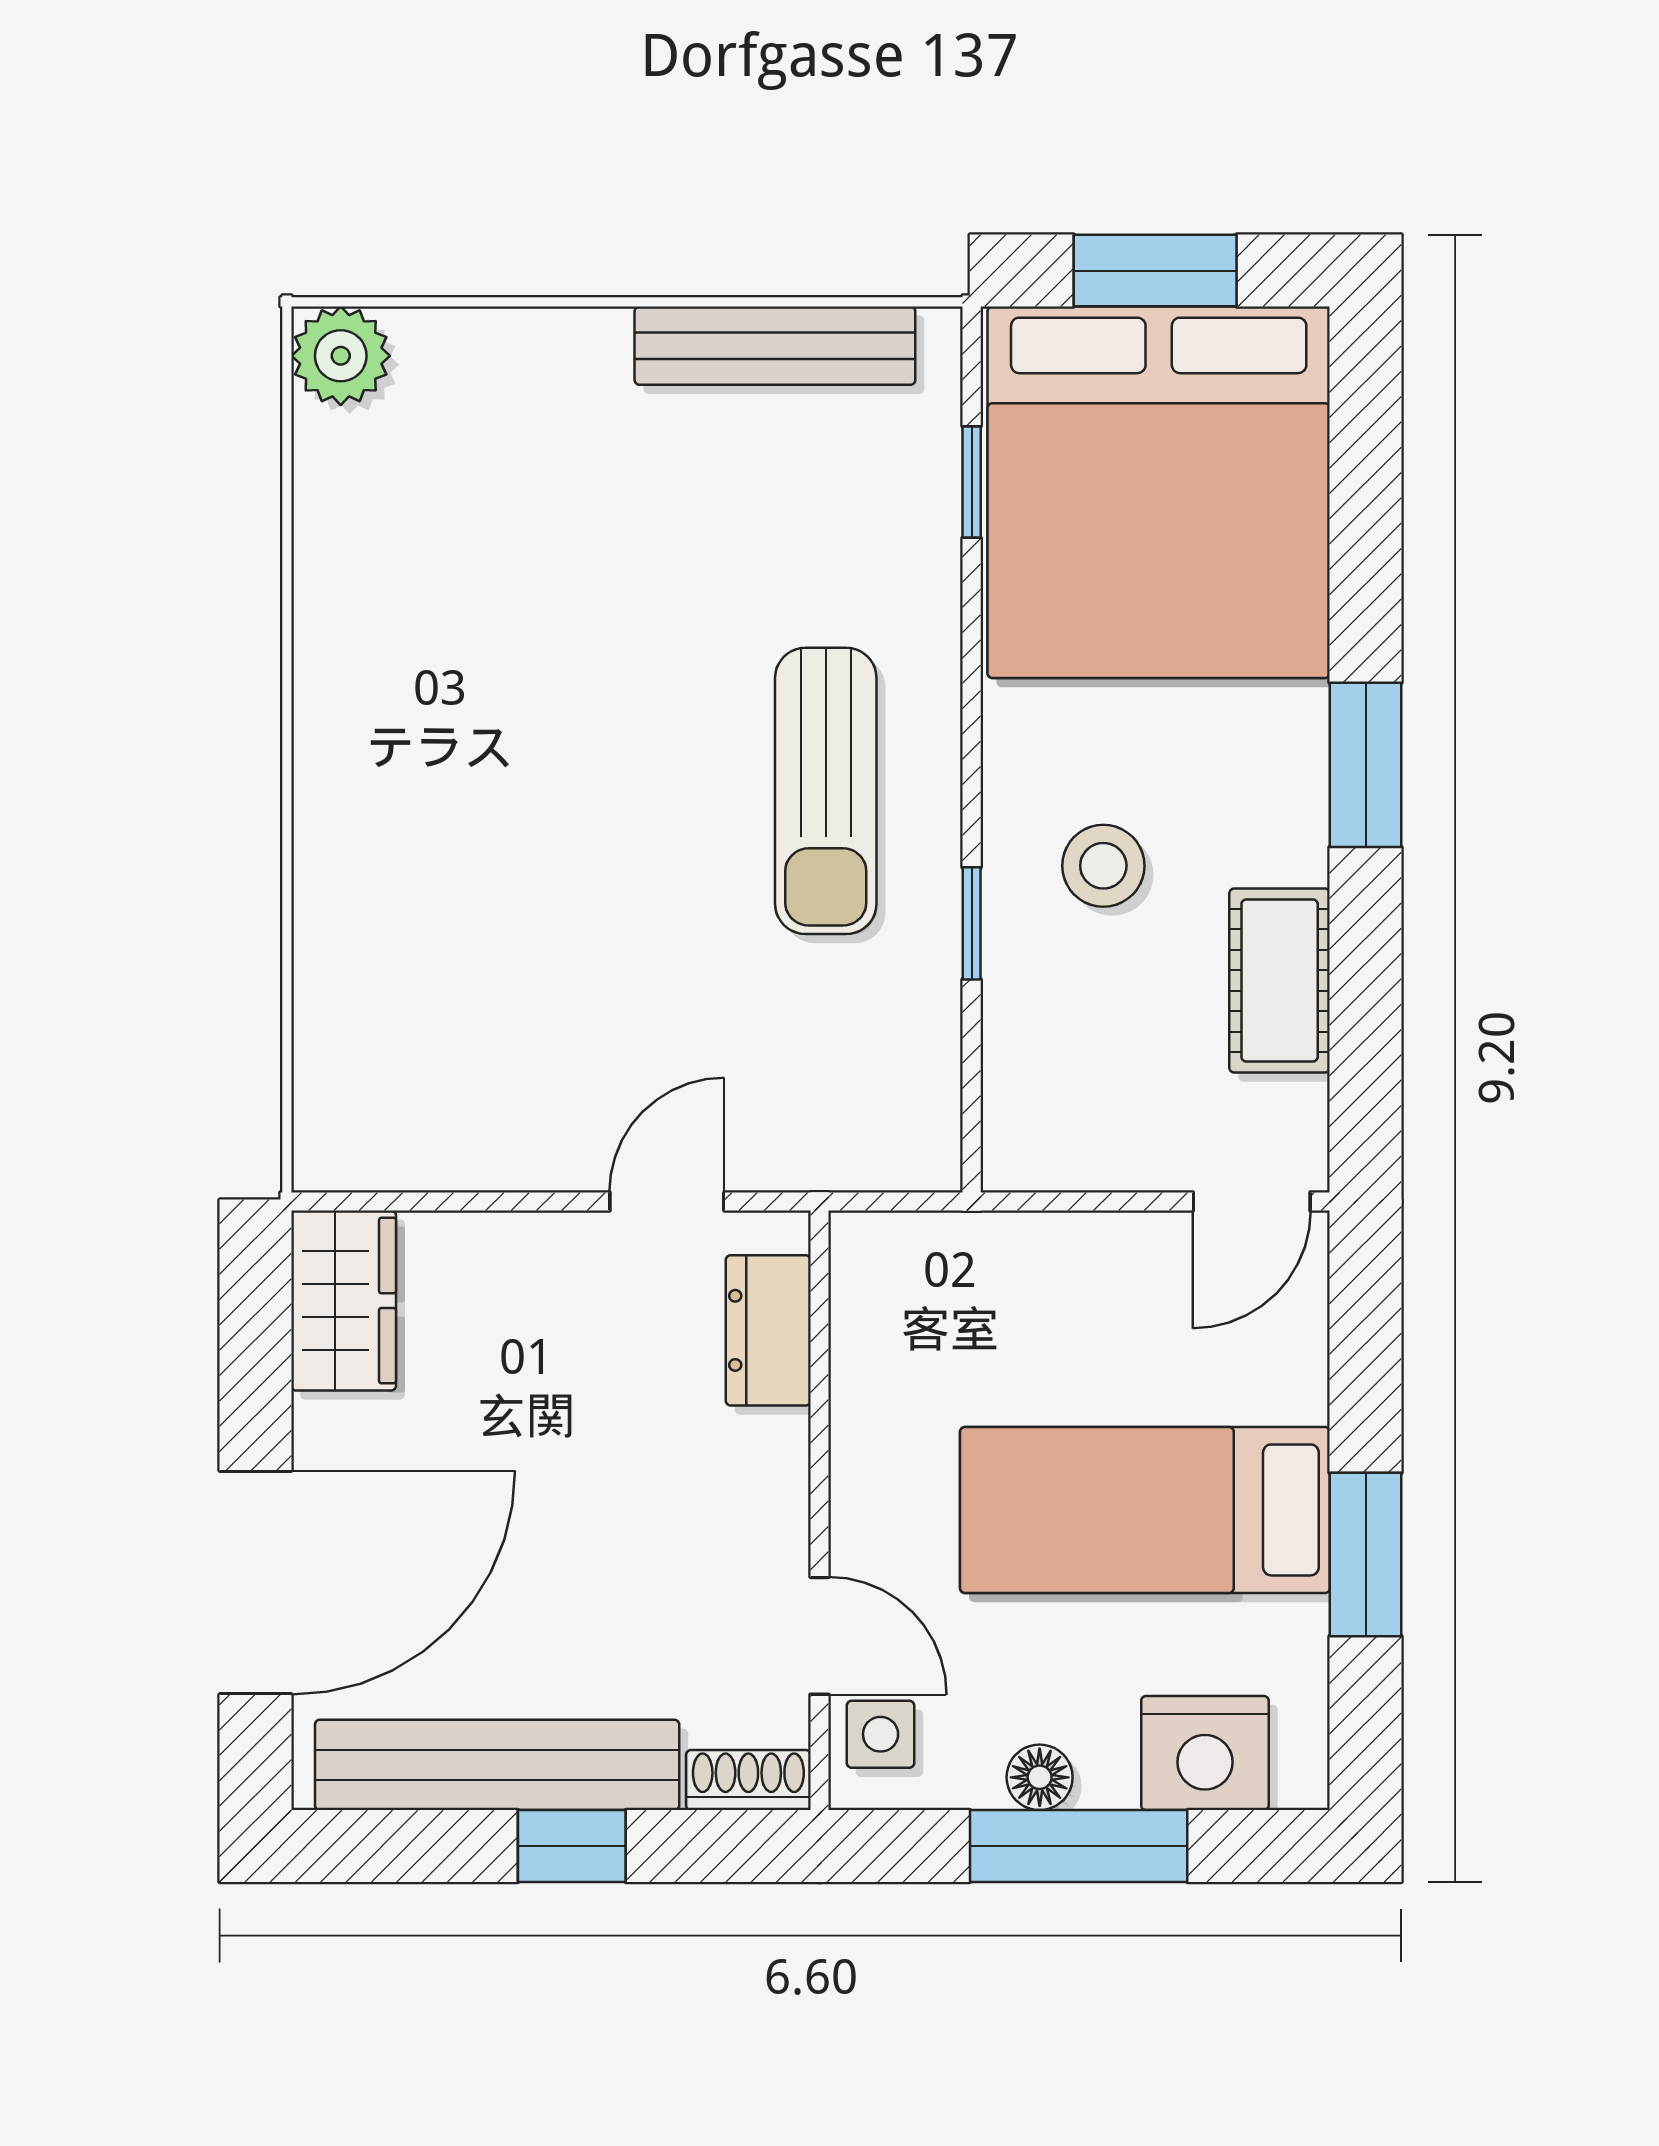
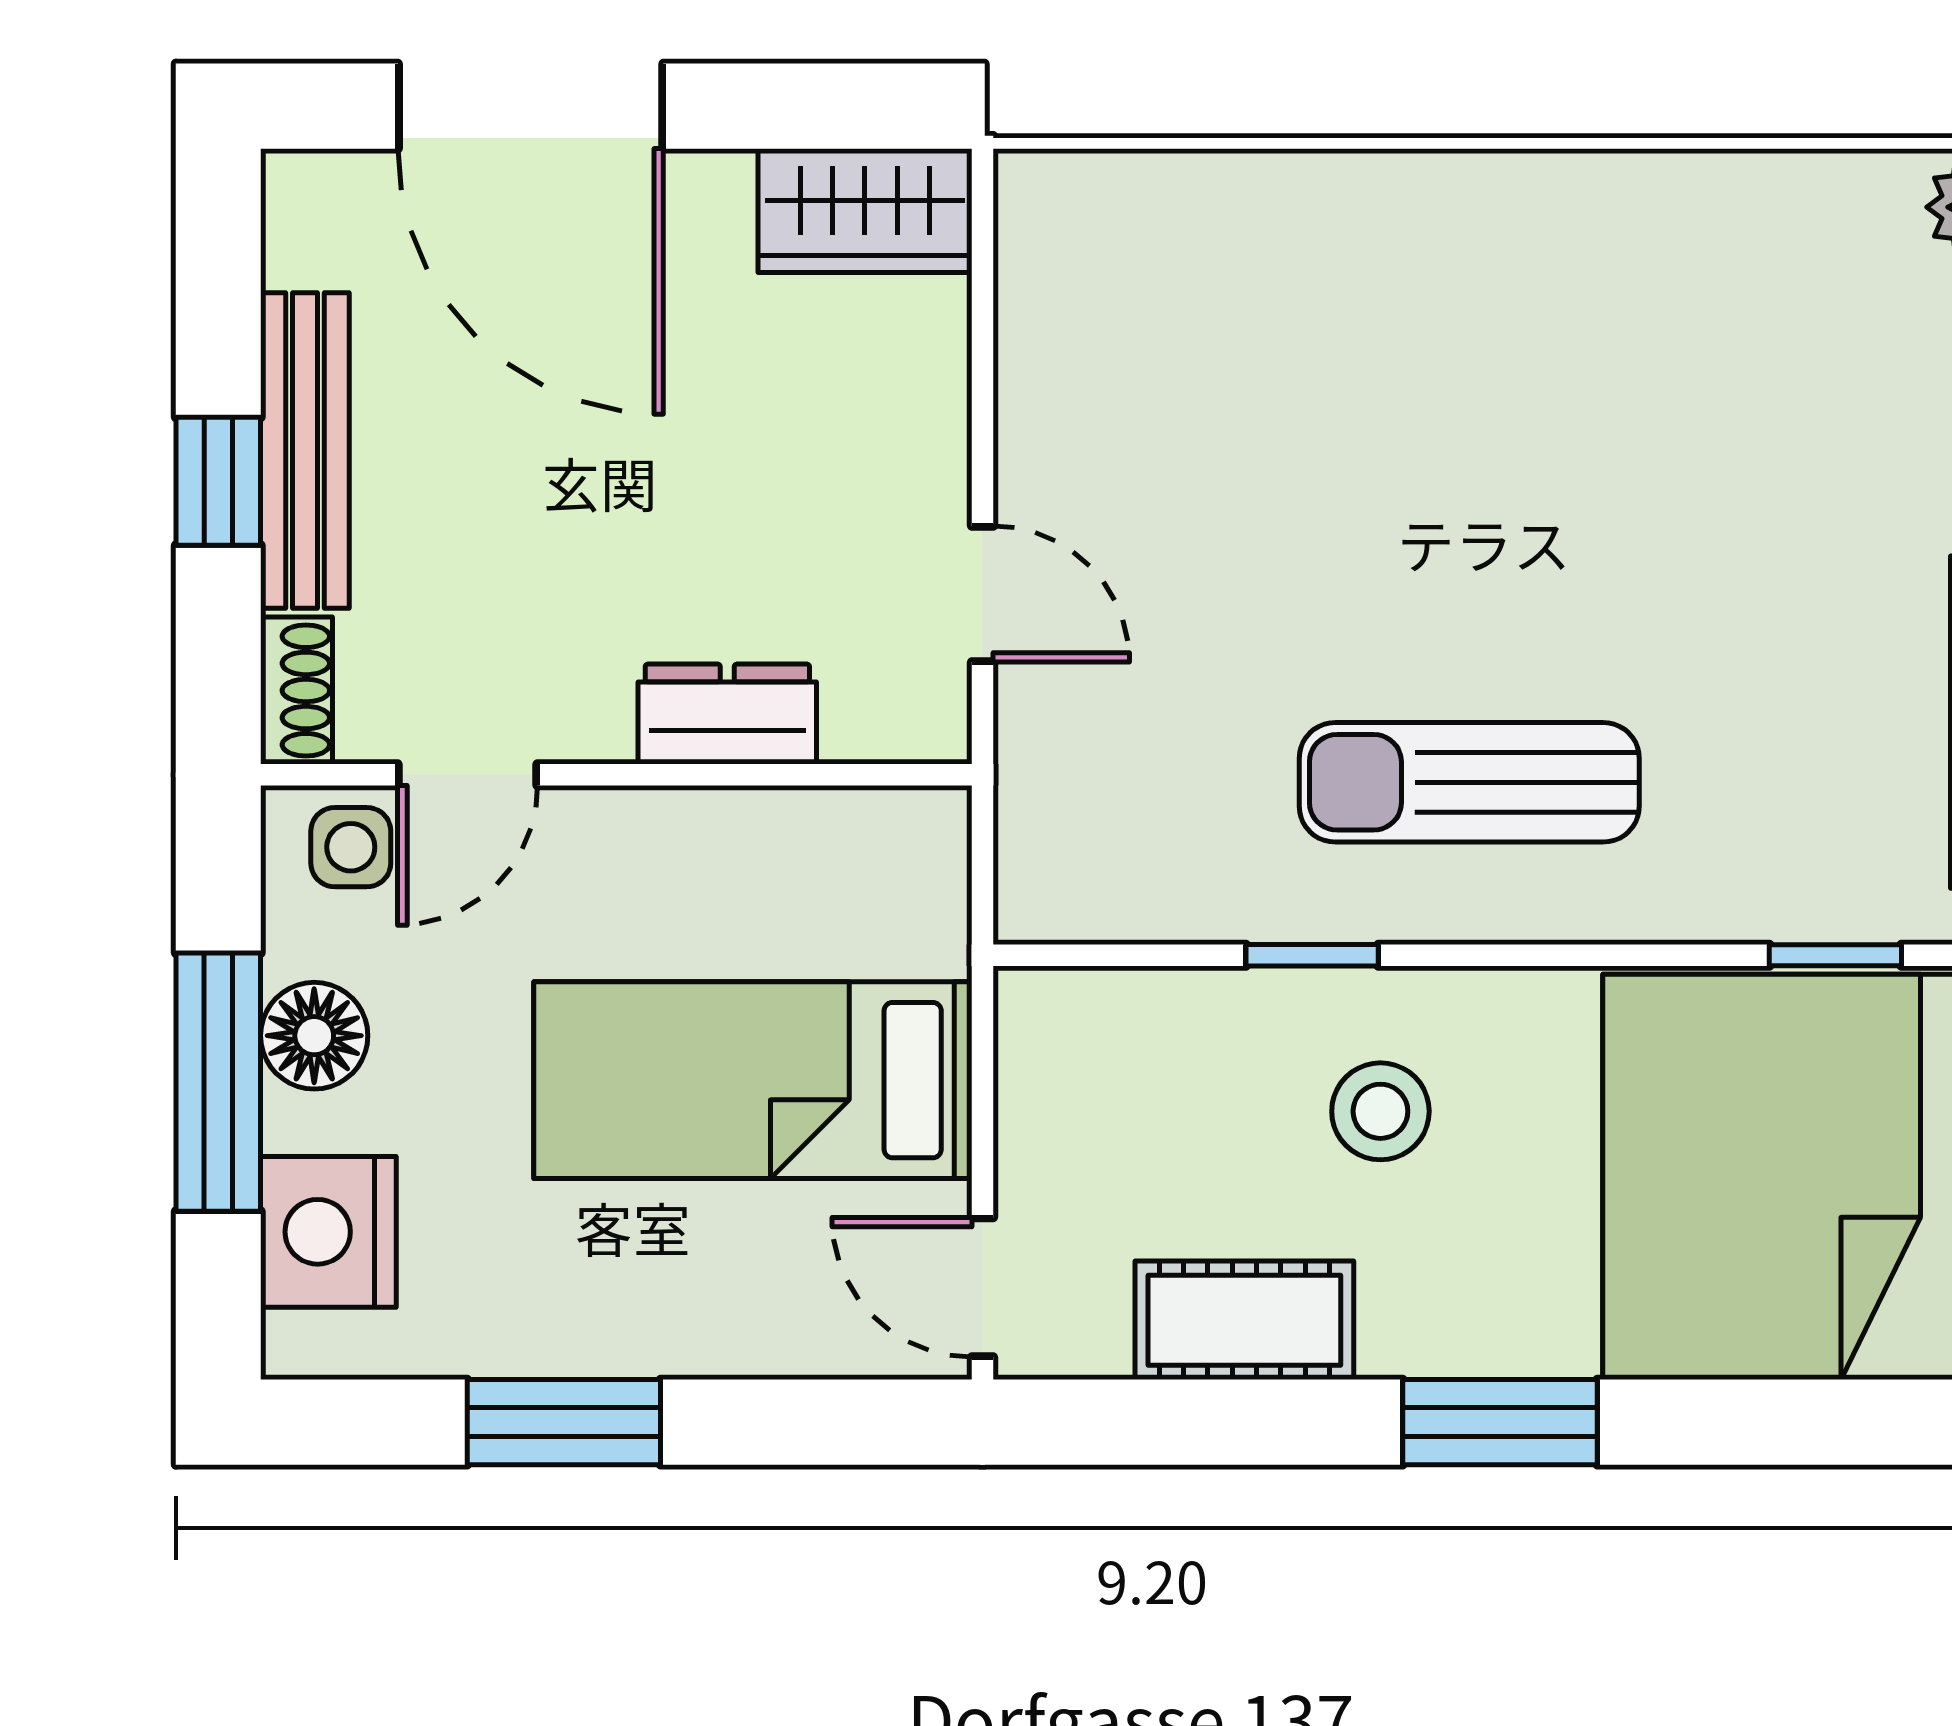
dresser: (768, 1330) -> (727, 714), moved
bed: (1145, 1510) -> (753, 1080), moved, turned -90
bench: (497, 1765) -> (305, 450), width x0.73, depth x0.82
floor lamp: (1040, 1777) -> (314, 1036), width x1.37, depth x1.37

